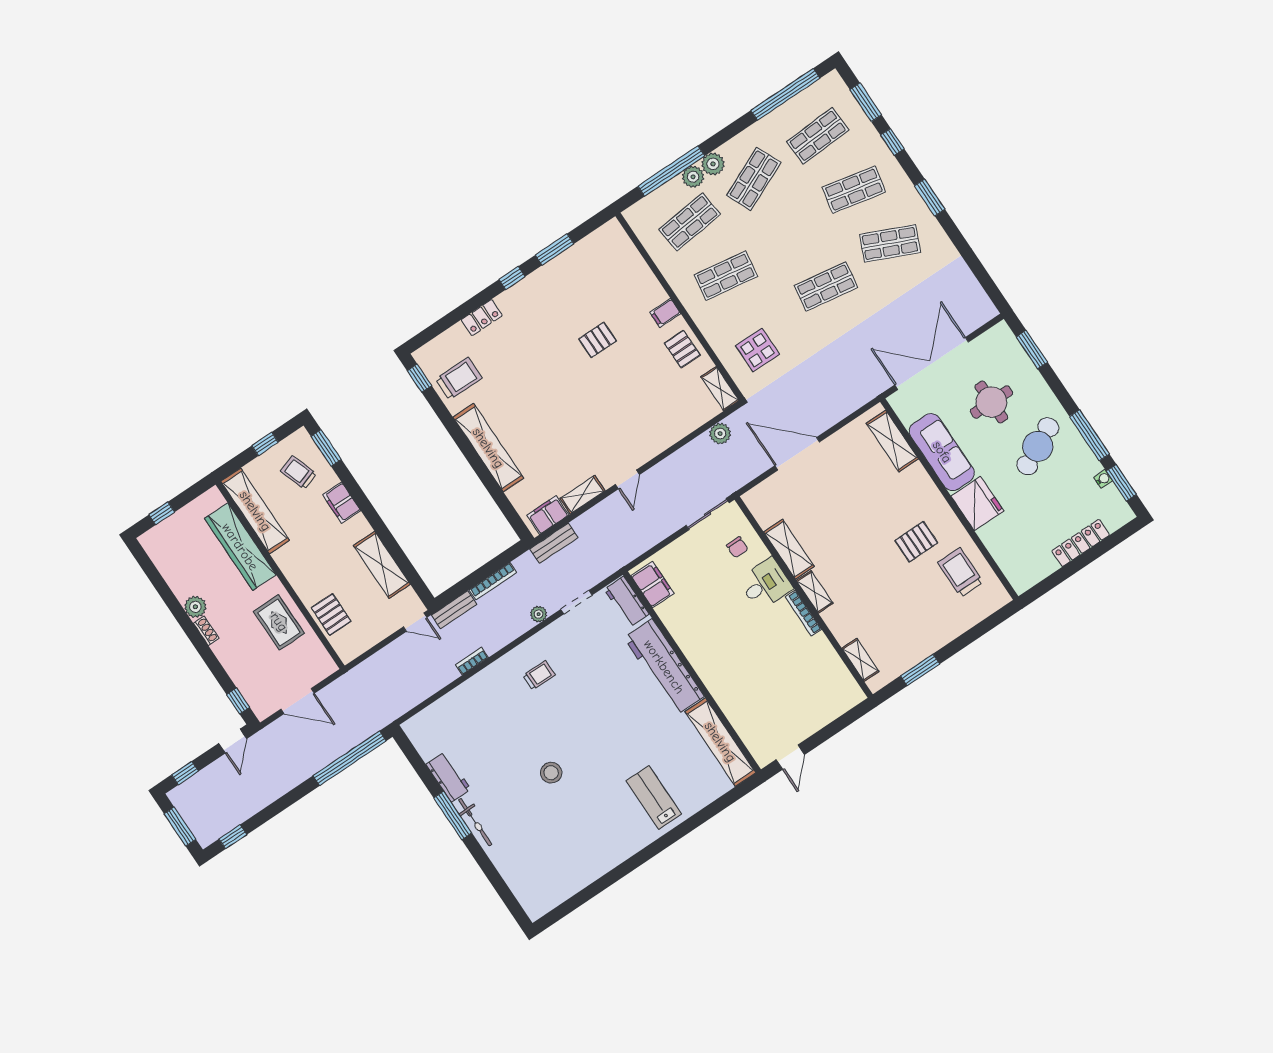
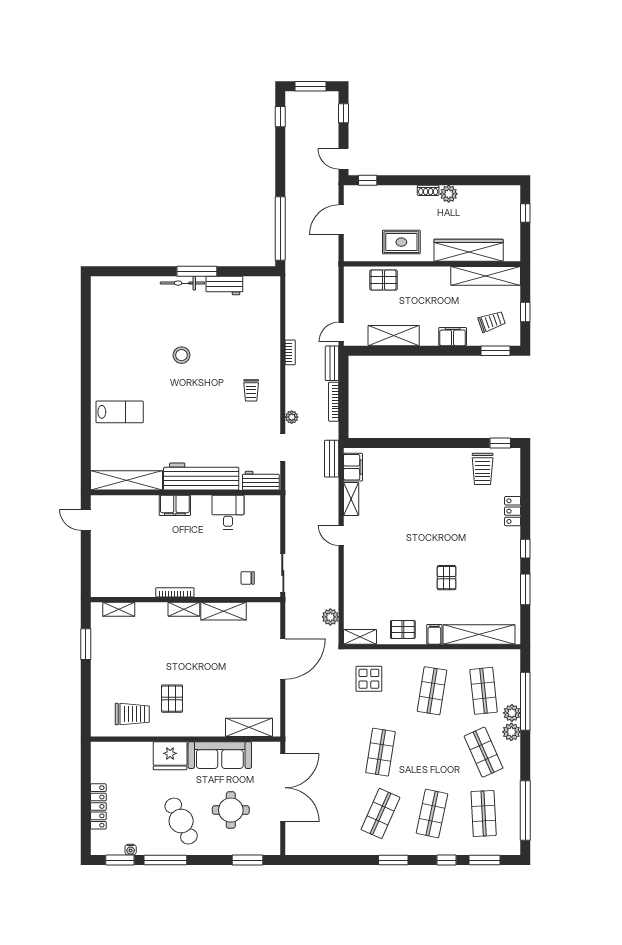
shelving: (488, 448) -> (479, 634), moved
desk: (765, 584) -> (228, 512), moved, turned 180
filing cabinet: (653, 585) -> (175, 505), moved

